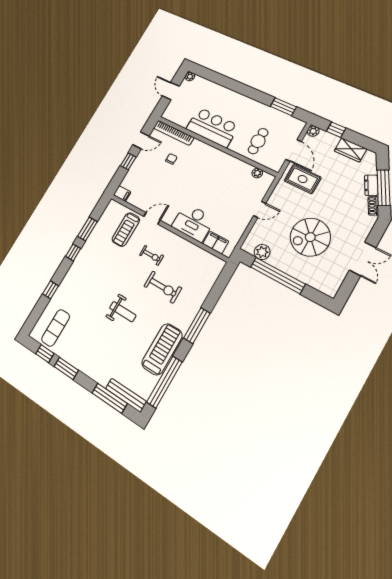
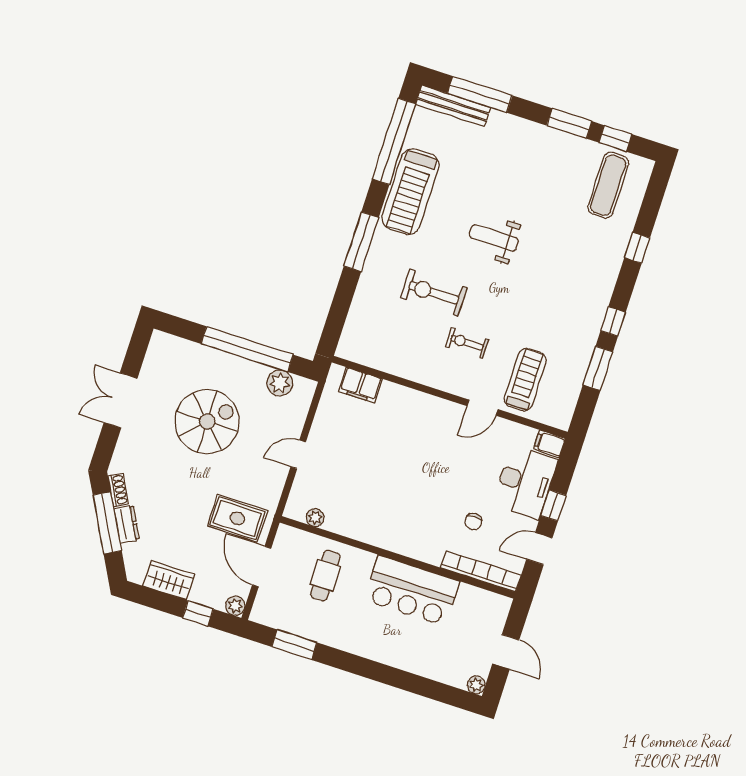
desk: (193, 222) -> (525, 482), moved, turned 90

